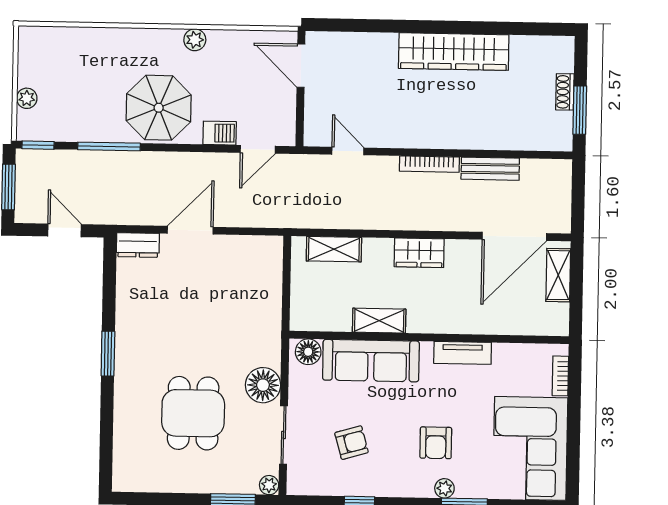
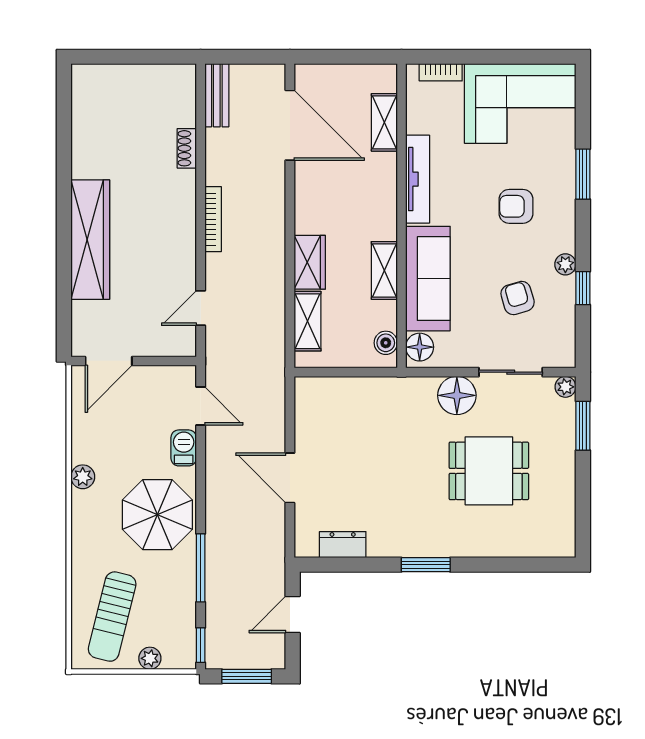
wardrobe: (454, 52) -> (90, 240), moved
sun lounger: (66, 64) -> (112, 617), added
shoe rack: (565, 92) -> (187, 148), moved, turned 90
window: (580, 110) -> (151, 57), removed
bench: (490, 169) -> (217, 95), moved
dresser: (138, 245) -> (343, 545), moved, turned -90
wardrobe: (419, 253) -> (310, 262), moved
shelving: (558, 275) -> (384, 122), moved, turned 90
boiler: (313, 321) -> (386, 343), added
tv unit: (463, 353) -> (418, 179), width x1.41
armchair: (436, 443) -> (516, 206), turned 180
plant: (444, 488) -> (565, 264), moved

